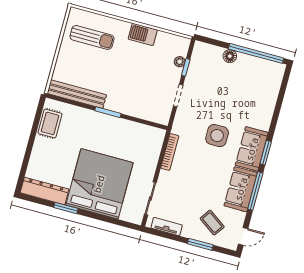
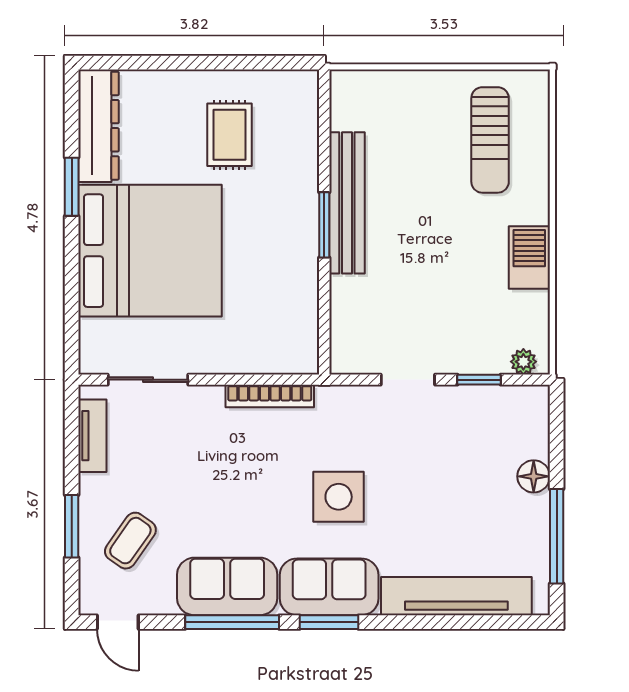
window: (256, 53) -> (557, 536), width x0.68
plant: (180, 62) -> (523, 362), moved
bench: (77, 94) -> (347, 203), moved
tv unit: (269, 99) -> (456, 596), added
rug: (50, 123) -> (229, 135), moved, turned 90

